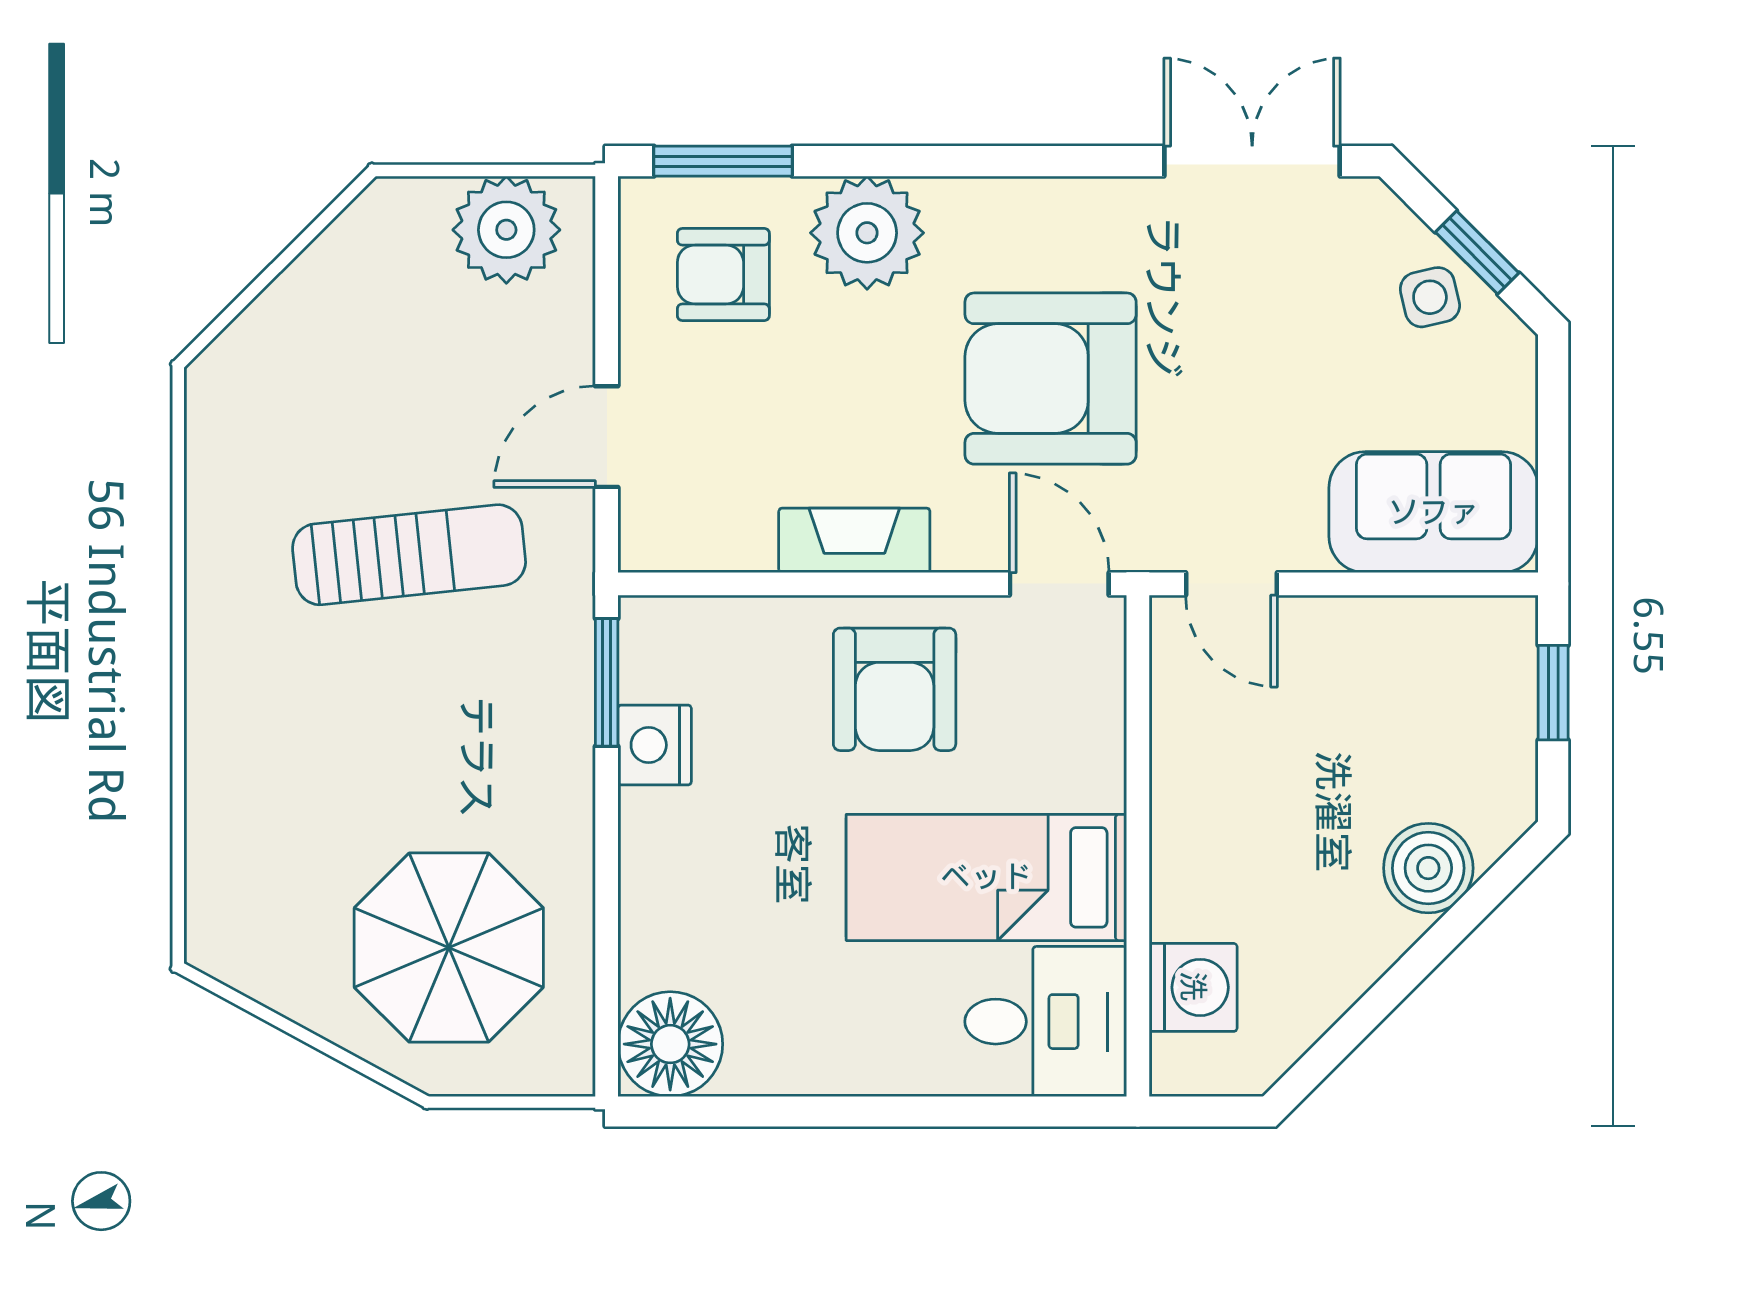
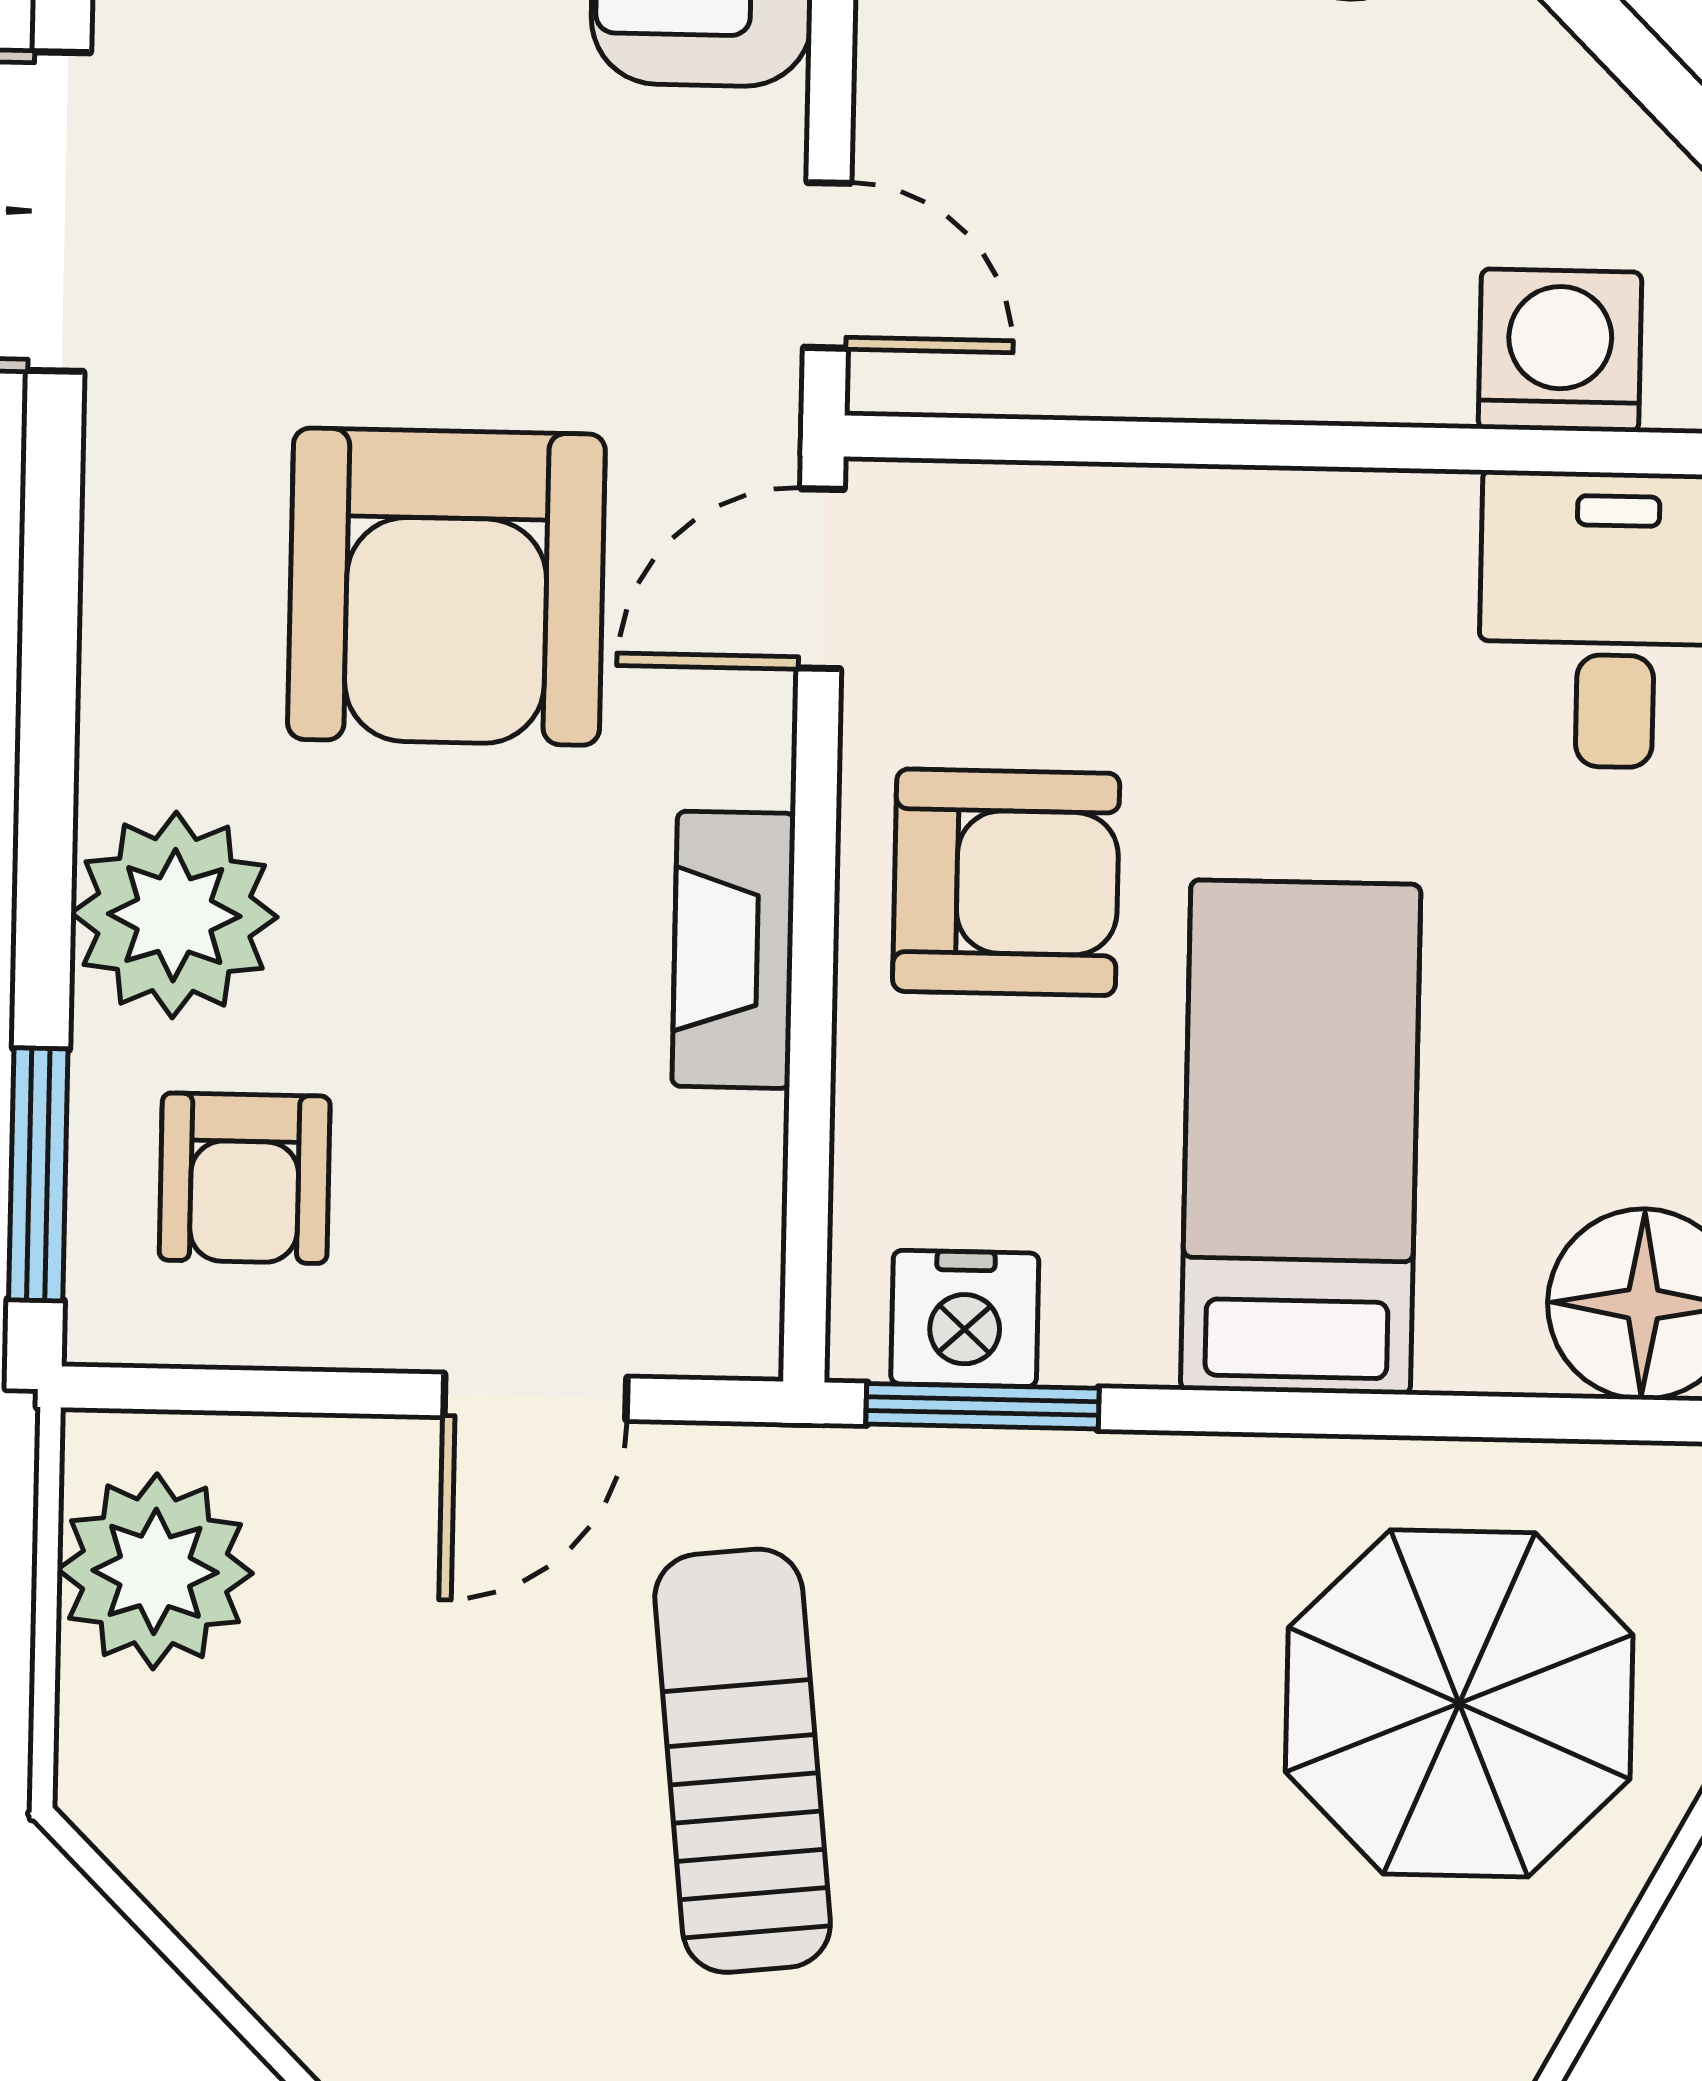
door: (607, 437) -> (535, 1397), hinge flipped
door: (1231, 584) -> (827, 265), hinge flipped
nightstand: (655, 745) -> (965, 1318), moved
bed: (986, 877) -> (1301, 1137), moved, turned 180

